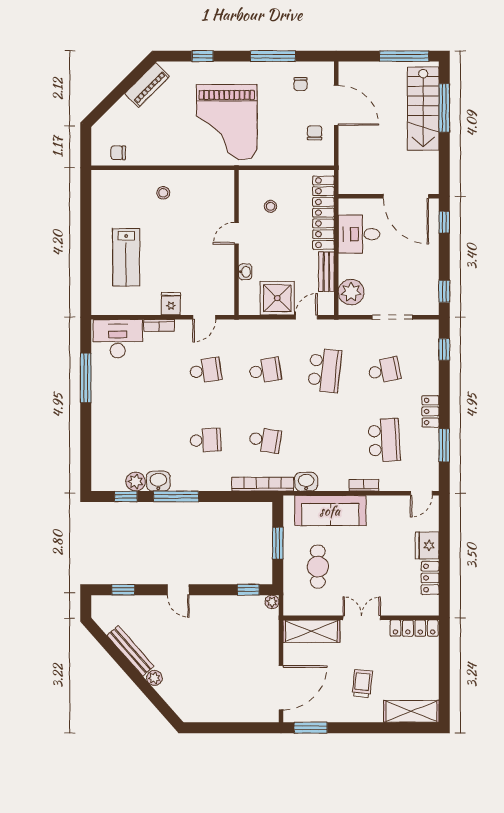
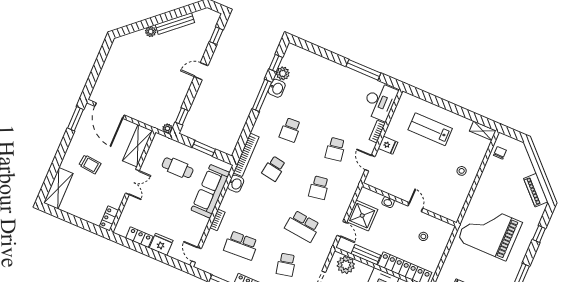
shelving: (99, 187) -> (483, 131), added
locker: (414, 628) -> (109, 219), width x0.66

